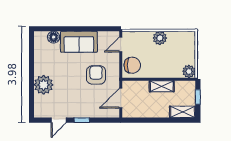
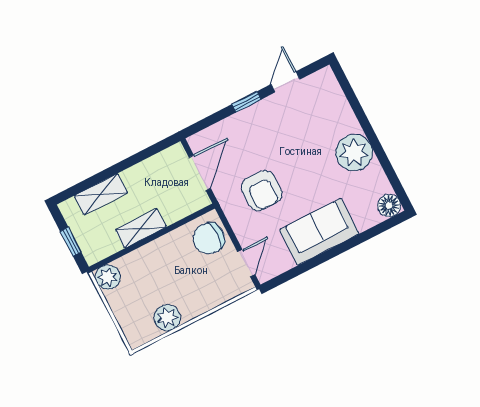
floor lamp: (54, 37) -> (389, 206), moved
plant: (160, 38) -> (167, 318), moved
plant: (44, 85) -> (354, 153), moved
shelving: (183, 112) -> (101, 194), moved

